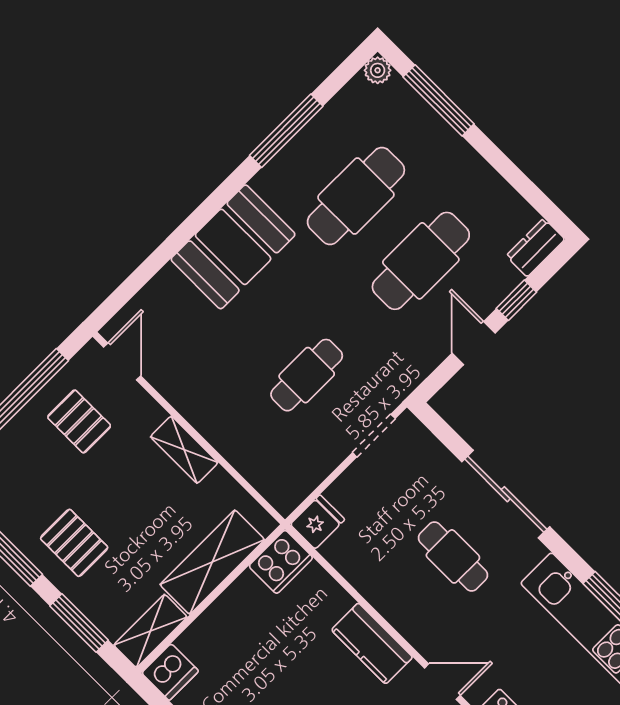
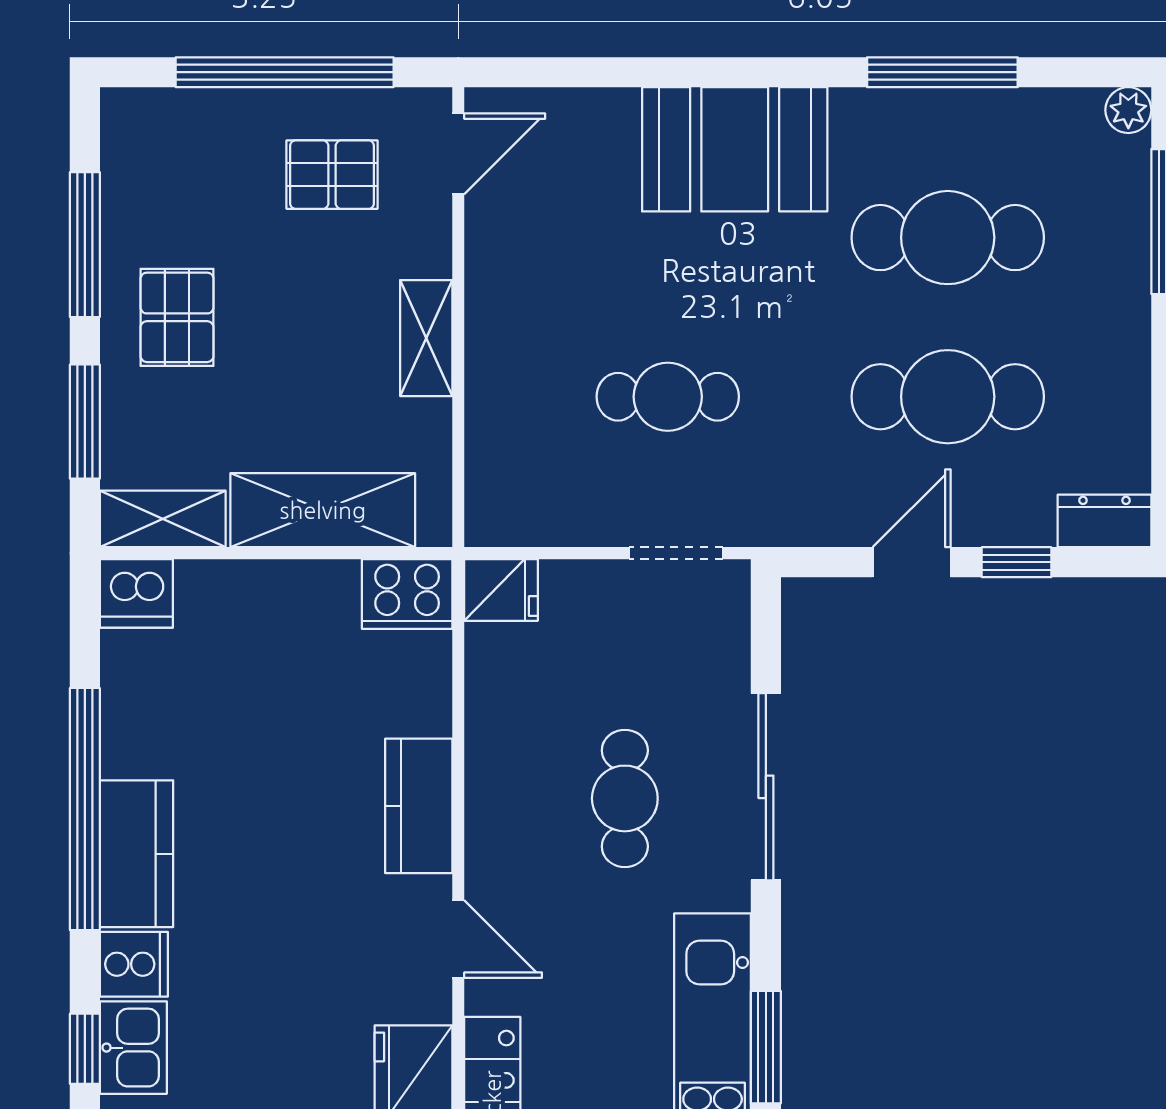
pallet: (79, 421) -> (332, 175), turned 90

